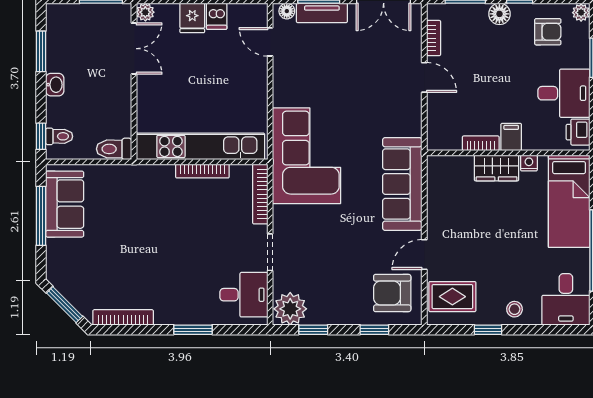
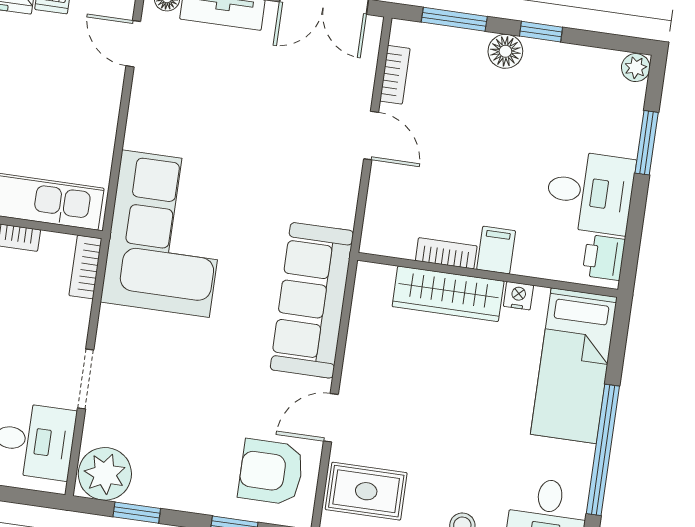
armchair: (548, 32) -> (578, 91), removed
wardrobe: (497, 168) -> (448, 294), width x1.50
bookcase: (260, 194) -> (85, 267), width x0.64

